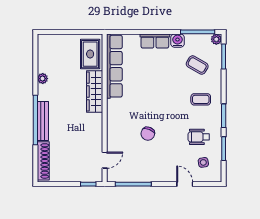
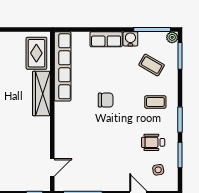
chair: (148, 134) -> (106, 100), moved, turned -112

